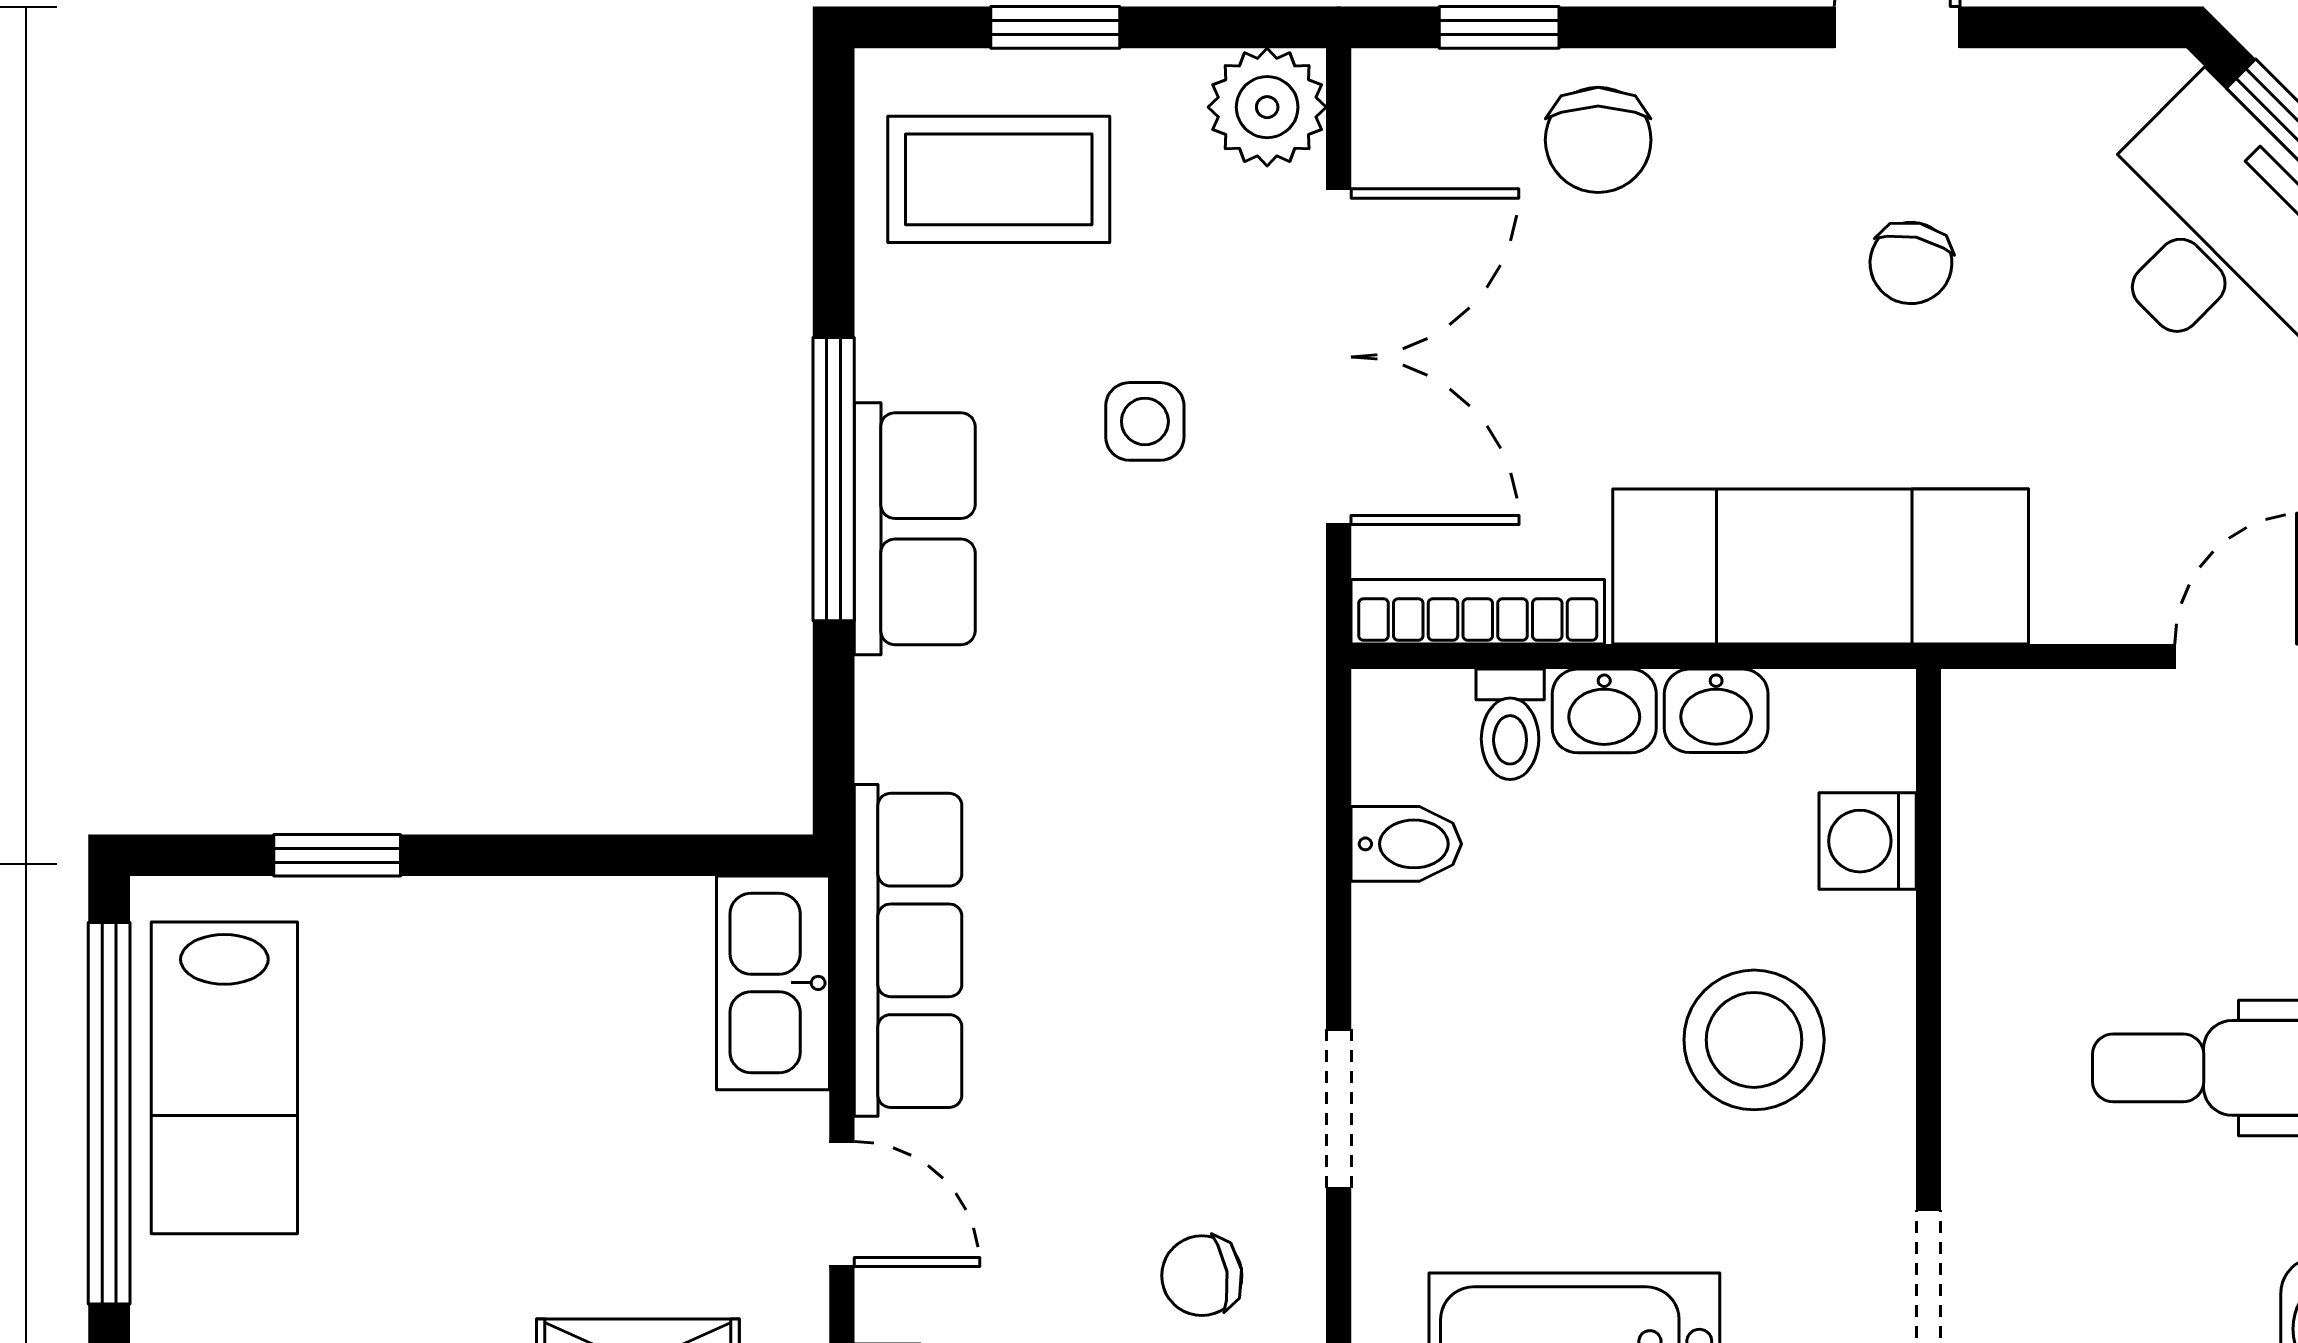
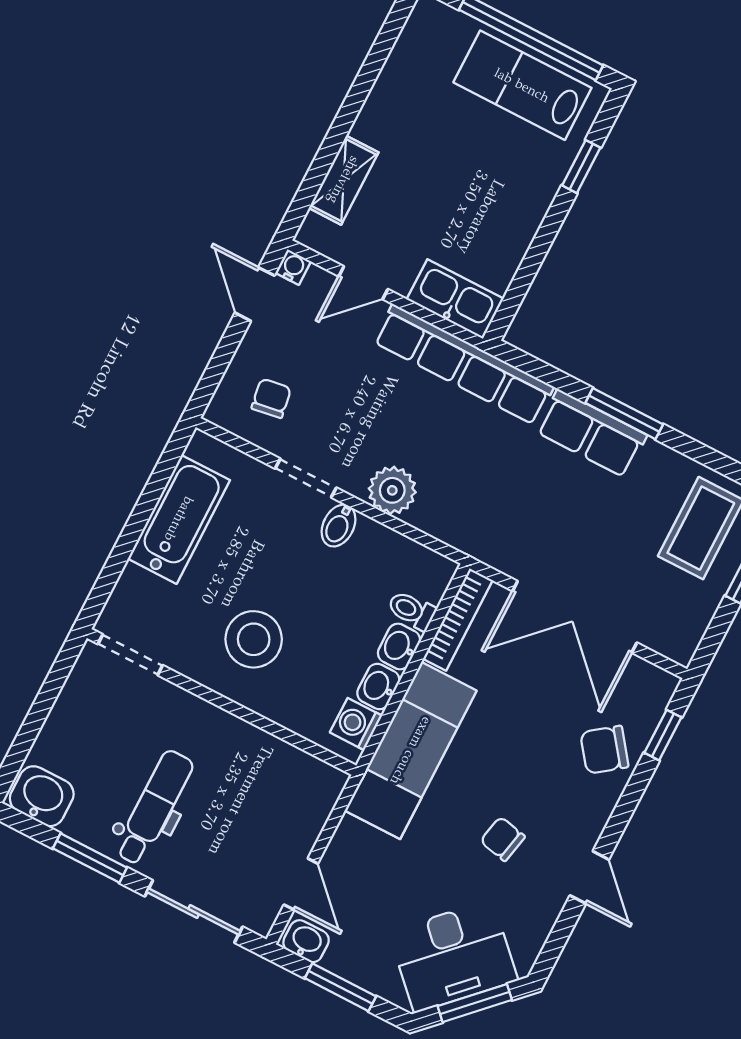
plant: (1267, 107) -> (392, 490), moved
chair: (1598, 140) -> (604, 750), turned -37
side table: (1145, 421) -> (587, 536), removed
window: (834, 479) -> (624, 414), width x0.69
washing machine: (1868, 841) -> (356, 724), moved, turned -90
bidet: (1406, 844) -> (338, 526), moved
row of seats: (908, 950) -> (464, 364), width x1.36

